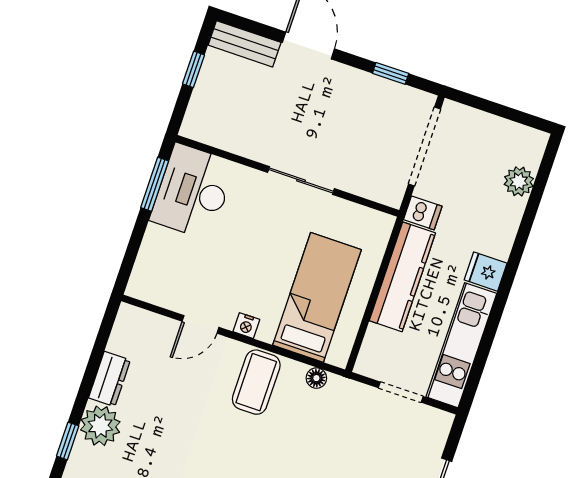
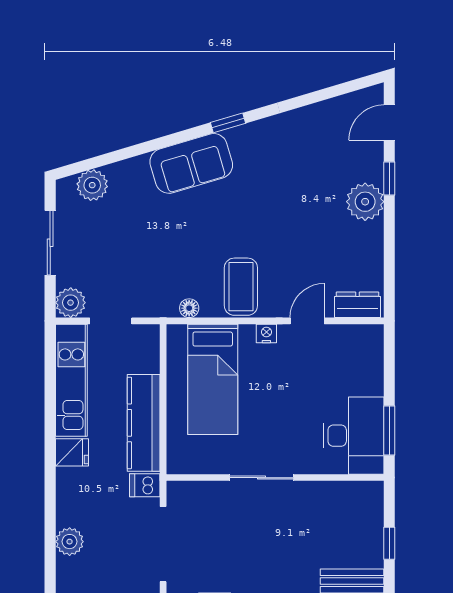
dresser: (109, 379) -> (357, 305), moved, turned 90
plant: (435, 425) -> (71, 303), added

